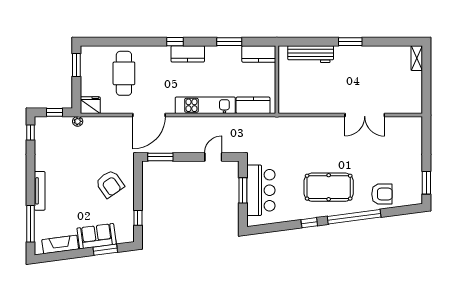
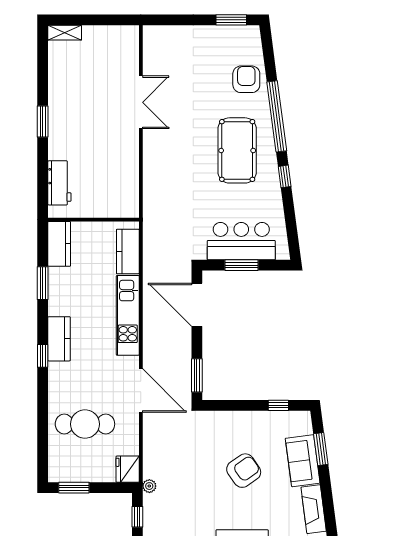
workbench: (311, 54) -> (59, 183), width x0.73
door: (213, 157) -> (197, 305), width x1.87
armchair: (110, 184) -> (244, 471), moved

